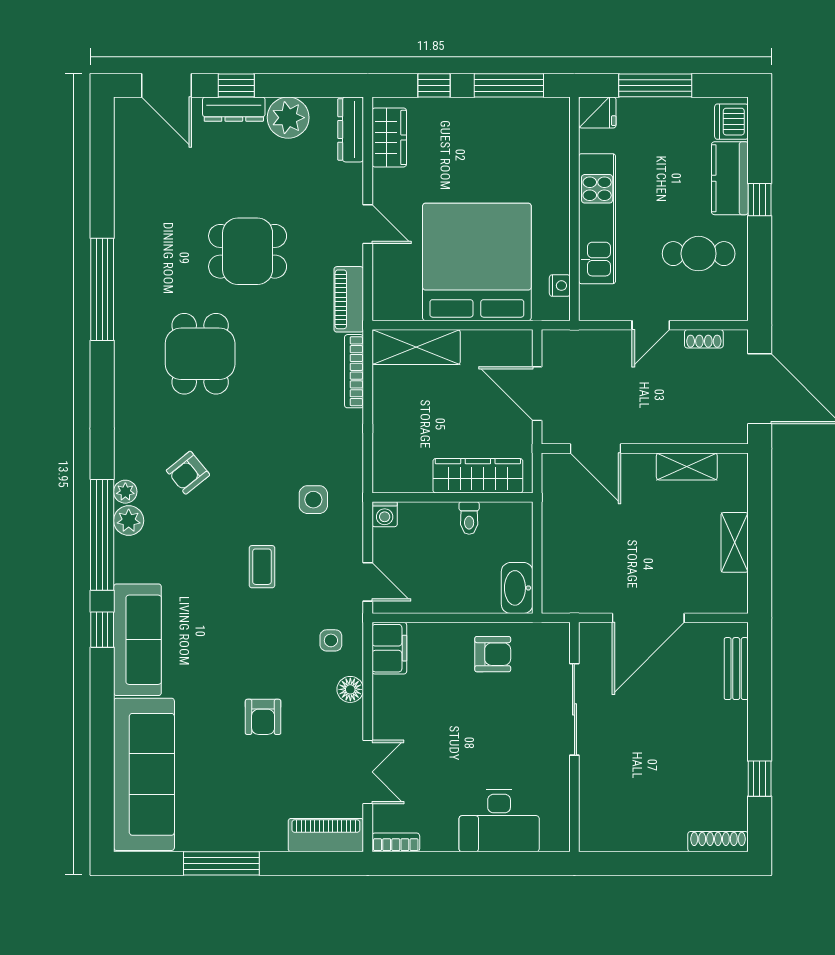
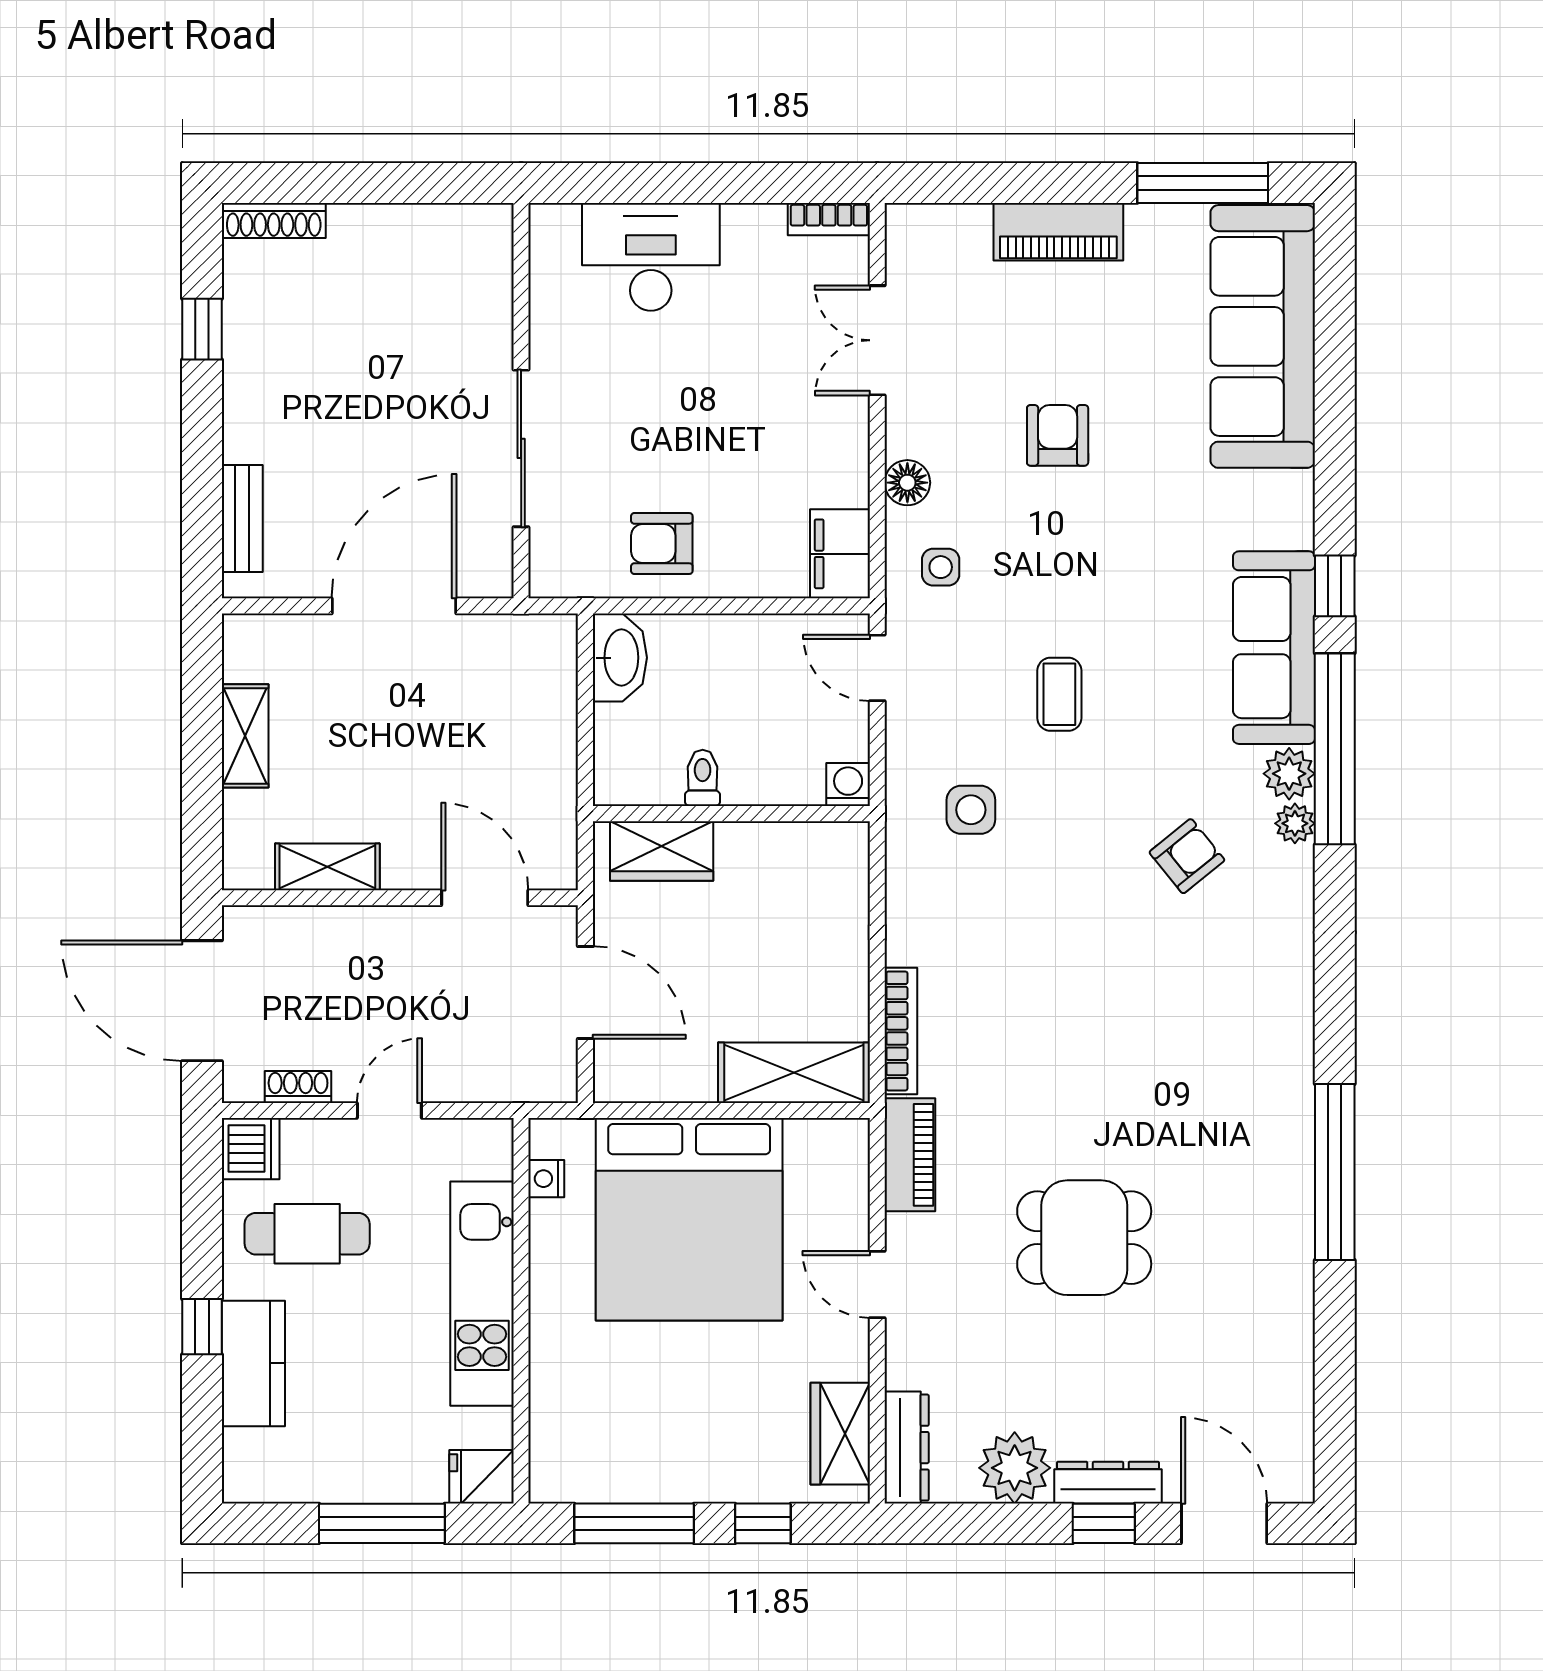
dishwasher: (731, 122) -> (251, 1149), moved
dining table: (200, 354) -> (1166, 1061), removed
wardrobe: (478, 476) -> (662, 851), width x0.67
sofa: (137, 640) -> (1274, 648), moved
piano: (326, 835) -> (1058, 232), moved
window: (221, 863) -> (1203, 183), moved

